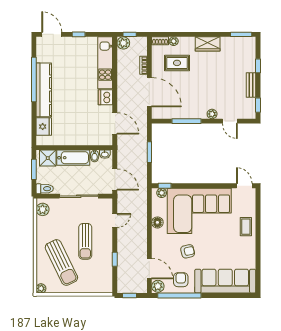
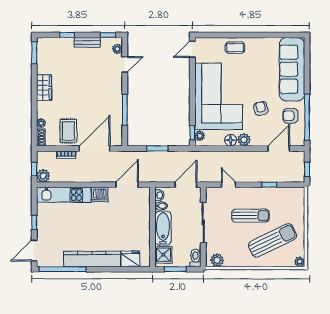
rug: (177, 63) -> (68, 131), moved
window: (34, 79) -> (63, 269), moved
plant: (212, 114) -> (117, 49), moved
plant: (158, 286) -> (244, 140), moved

